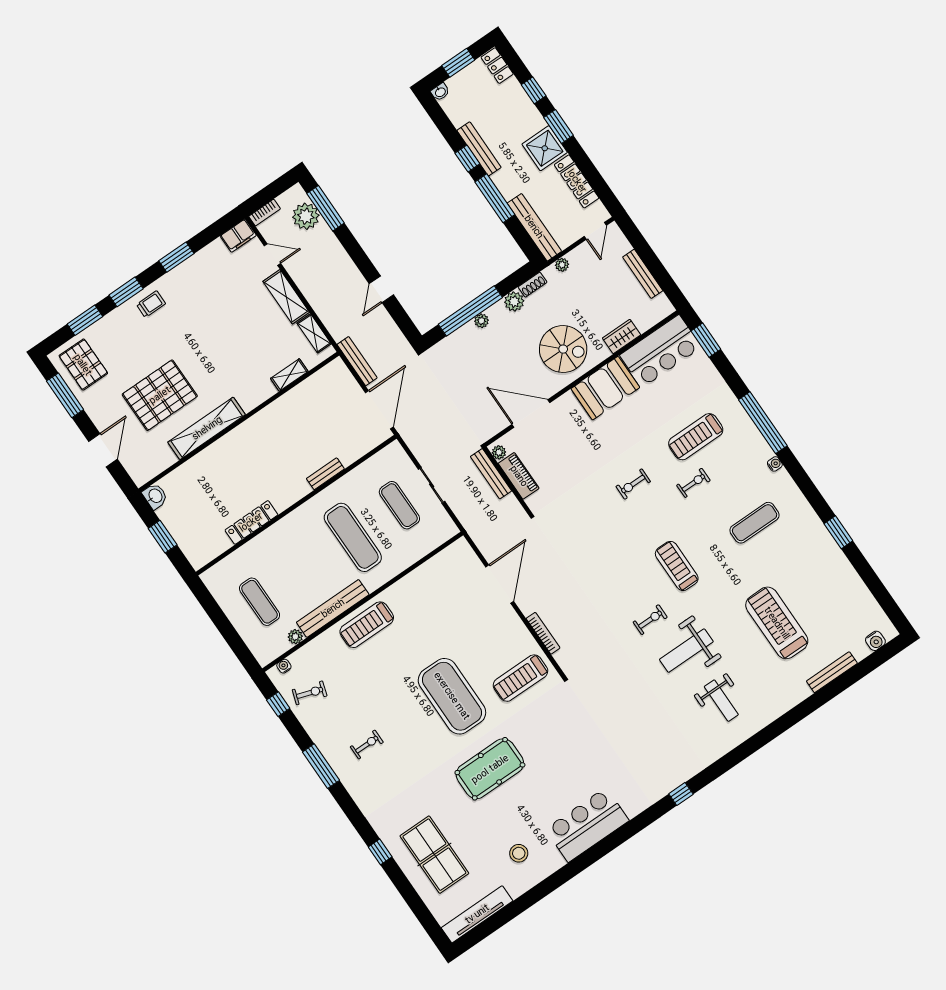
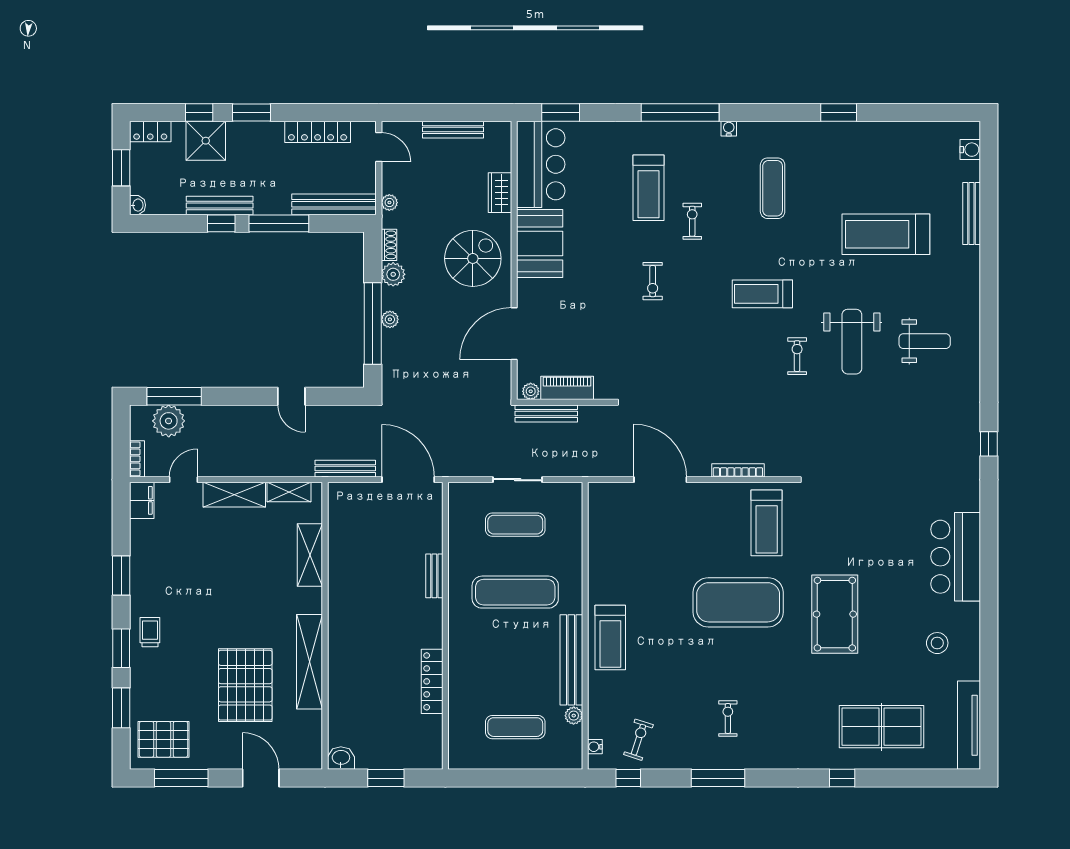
shower: (545, 148) -> (206, 141), moved
shelving: (289, 375) -> (310, 555), width x1.50, depth x1.33

